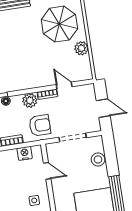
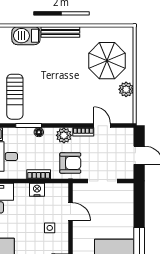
nightstand: (25, 153) -> (37, 190), moved
stool: (98, 159) -> (125, 208), removed
side table: (34, 200) -> (50, 228), moved

